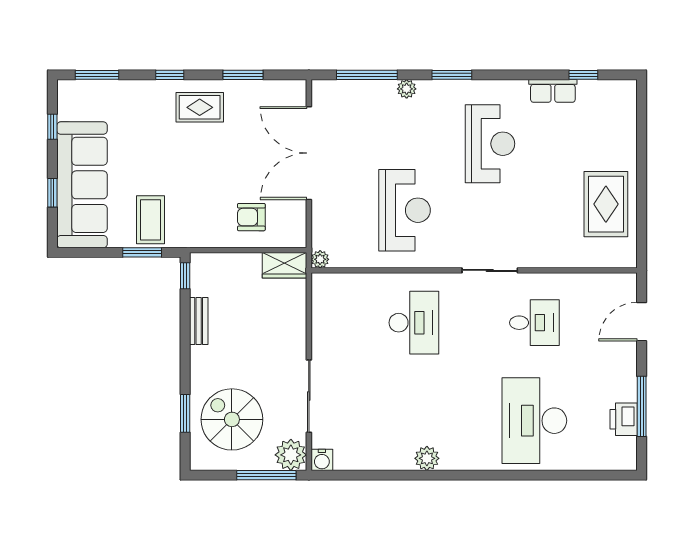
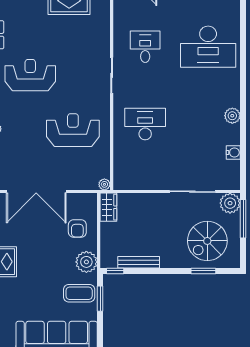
plant: (199, 231) -> (86, 262), added
bench: (199, 321) -> (139, 262), width x1.36
water cooler: (322, 460) -> (233, 152), moved

